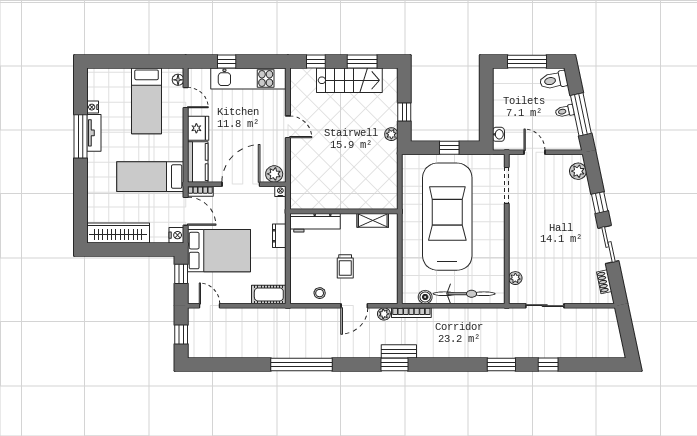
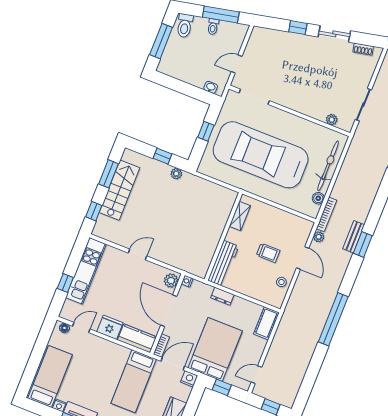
bed: (147, 101) -> (50, 377), moved, turned -90
plant: (578, 171) -> (266, 35), removed

